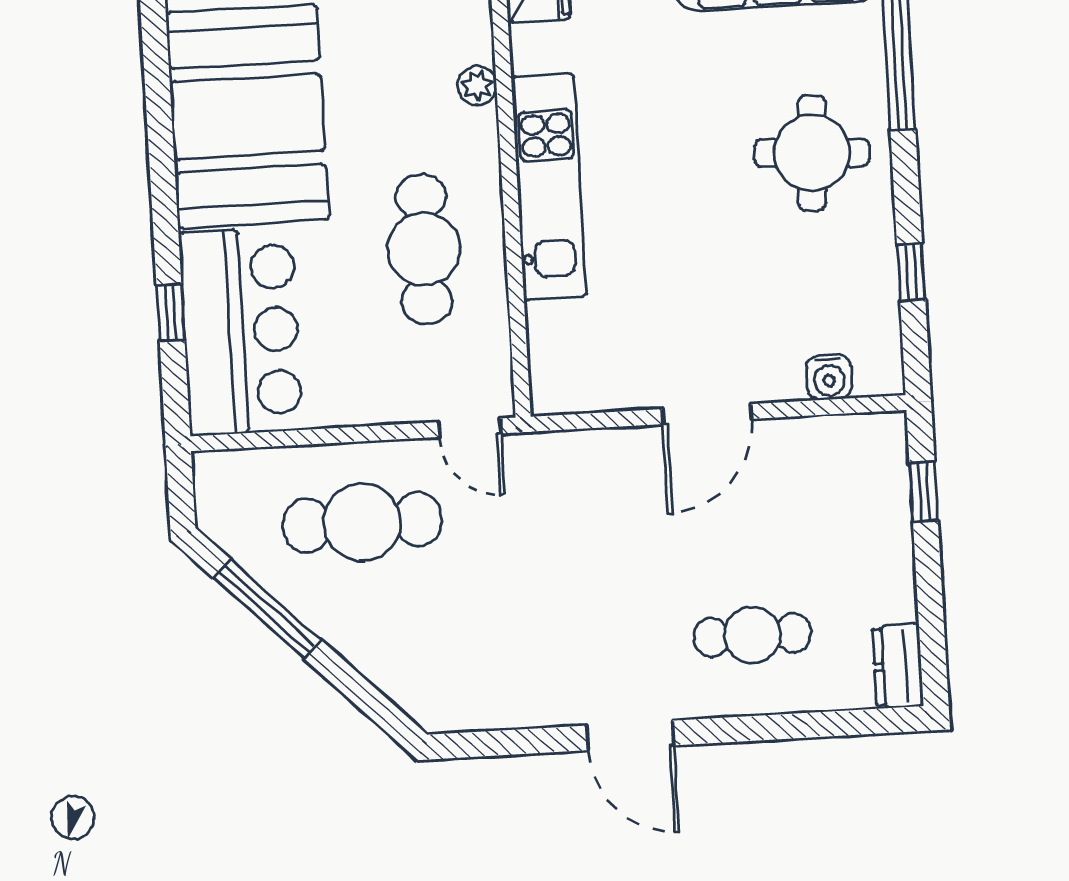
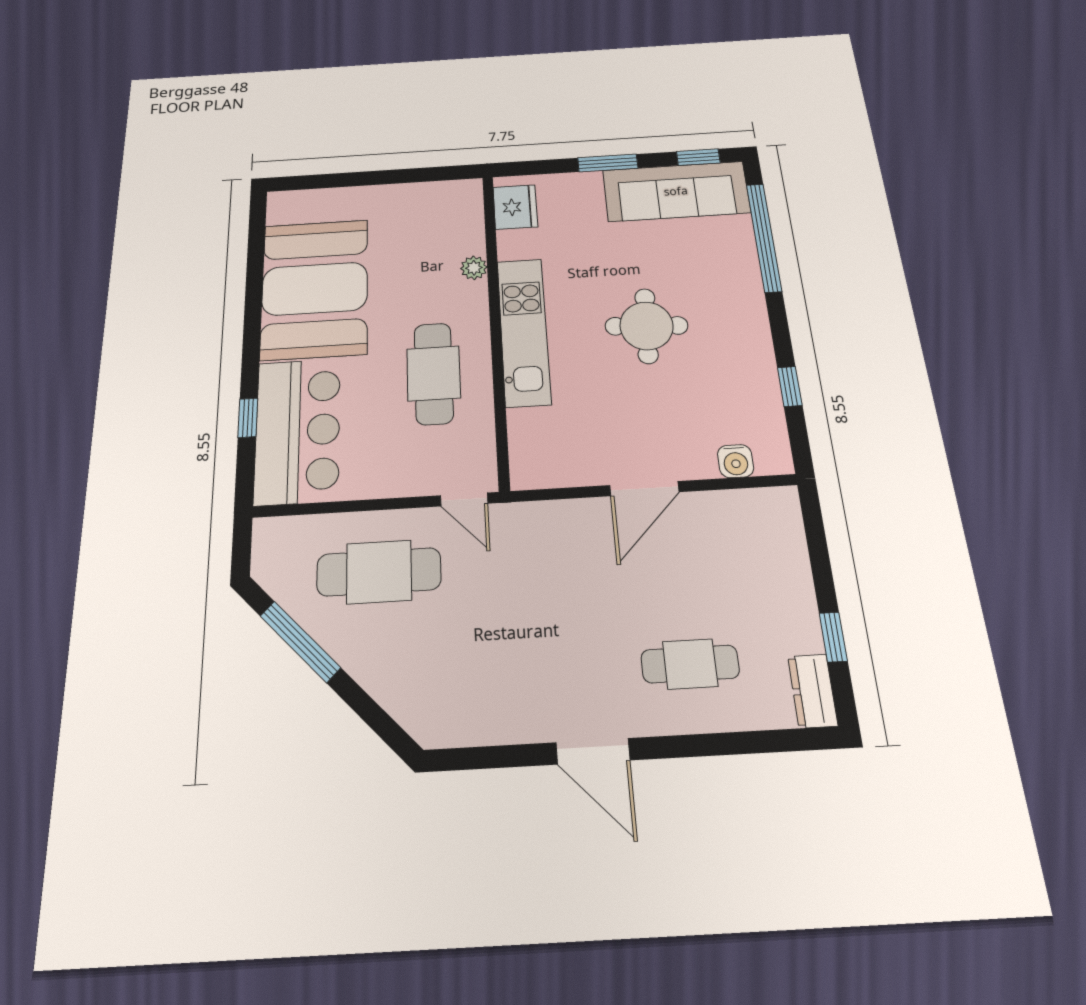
round table: (812, 153) -> (646, 326), moved
window: (924, 492) -> (833, 637), moved

